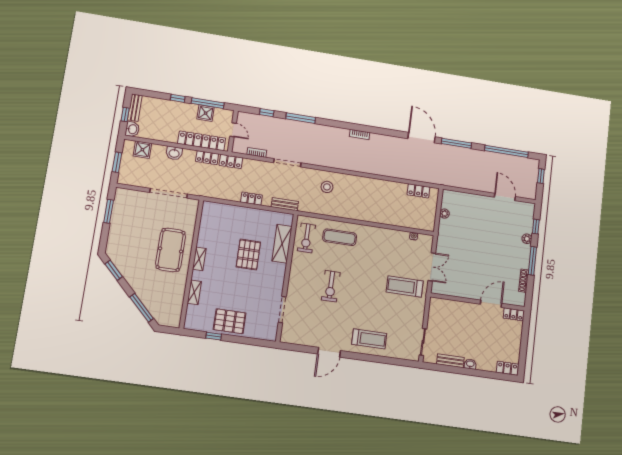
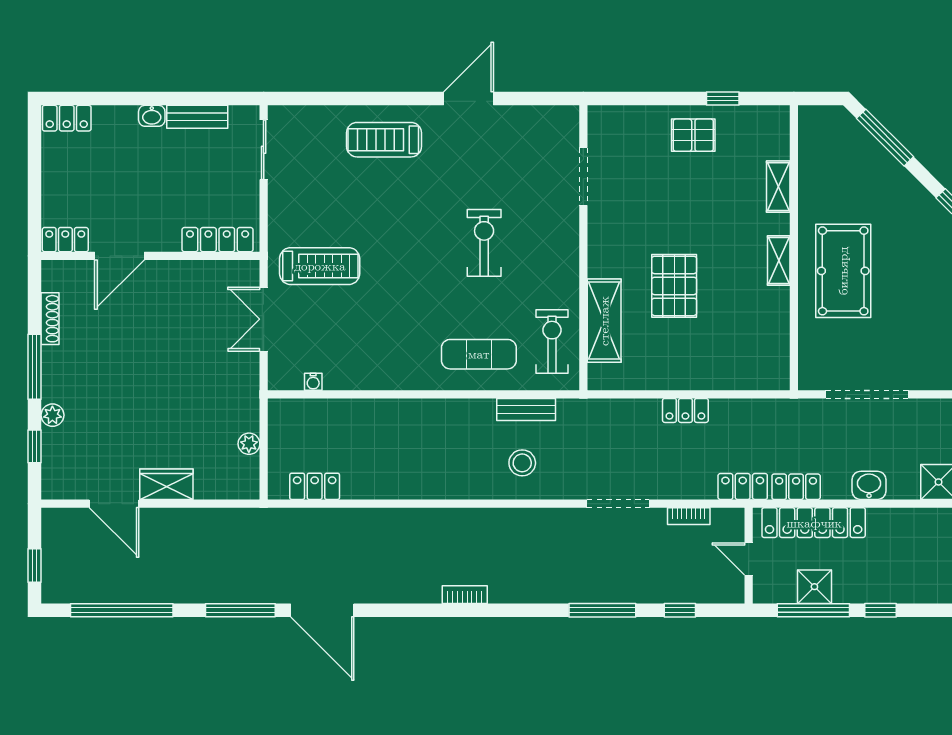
wardrobe: (482, 202) -> (166, 484), added
bench: (285, 204) -> (526, 410), moved
locker: (448, 305) -> (218, 240), added
pallet: (230, 321) -> (693, 135), width x0.67, depth x0.71

